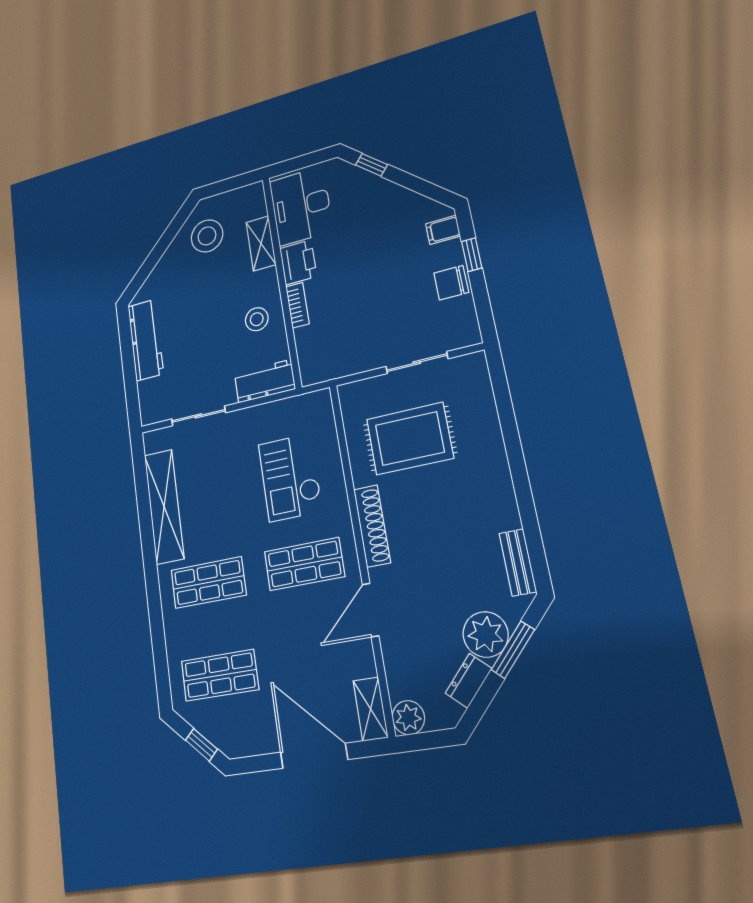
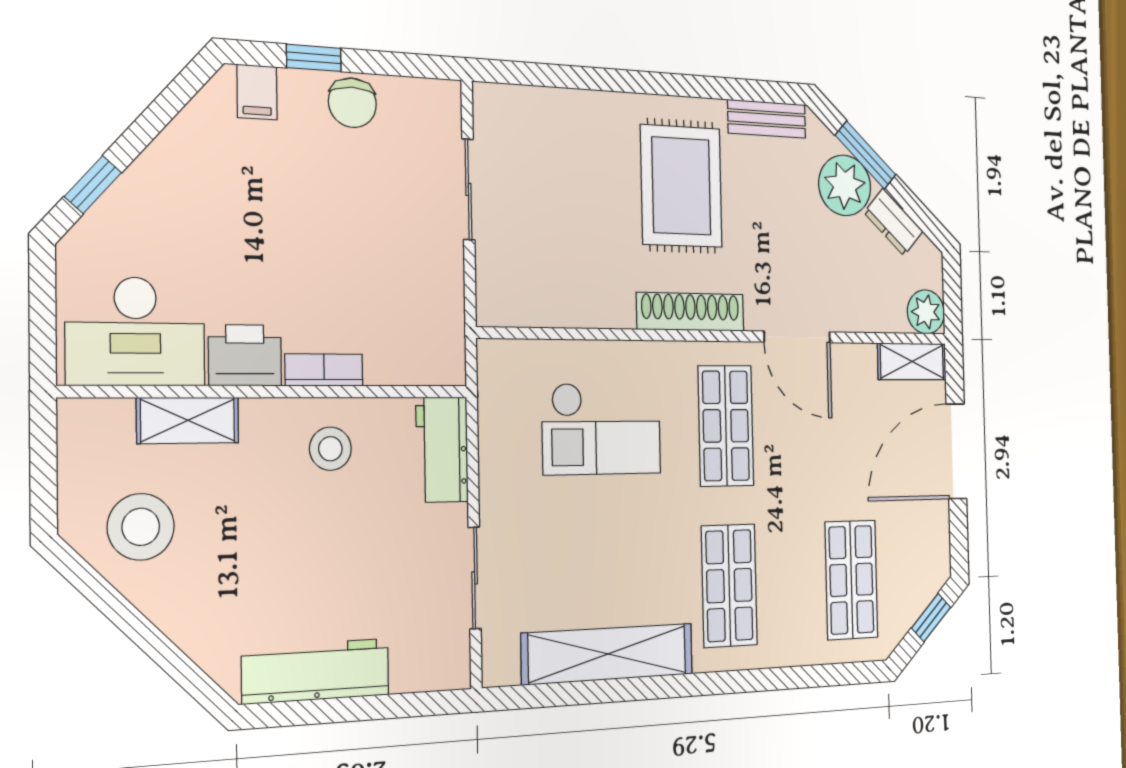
rug: (410, 439) -> (681, 186), moved

